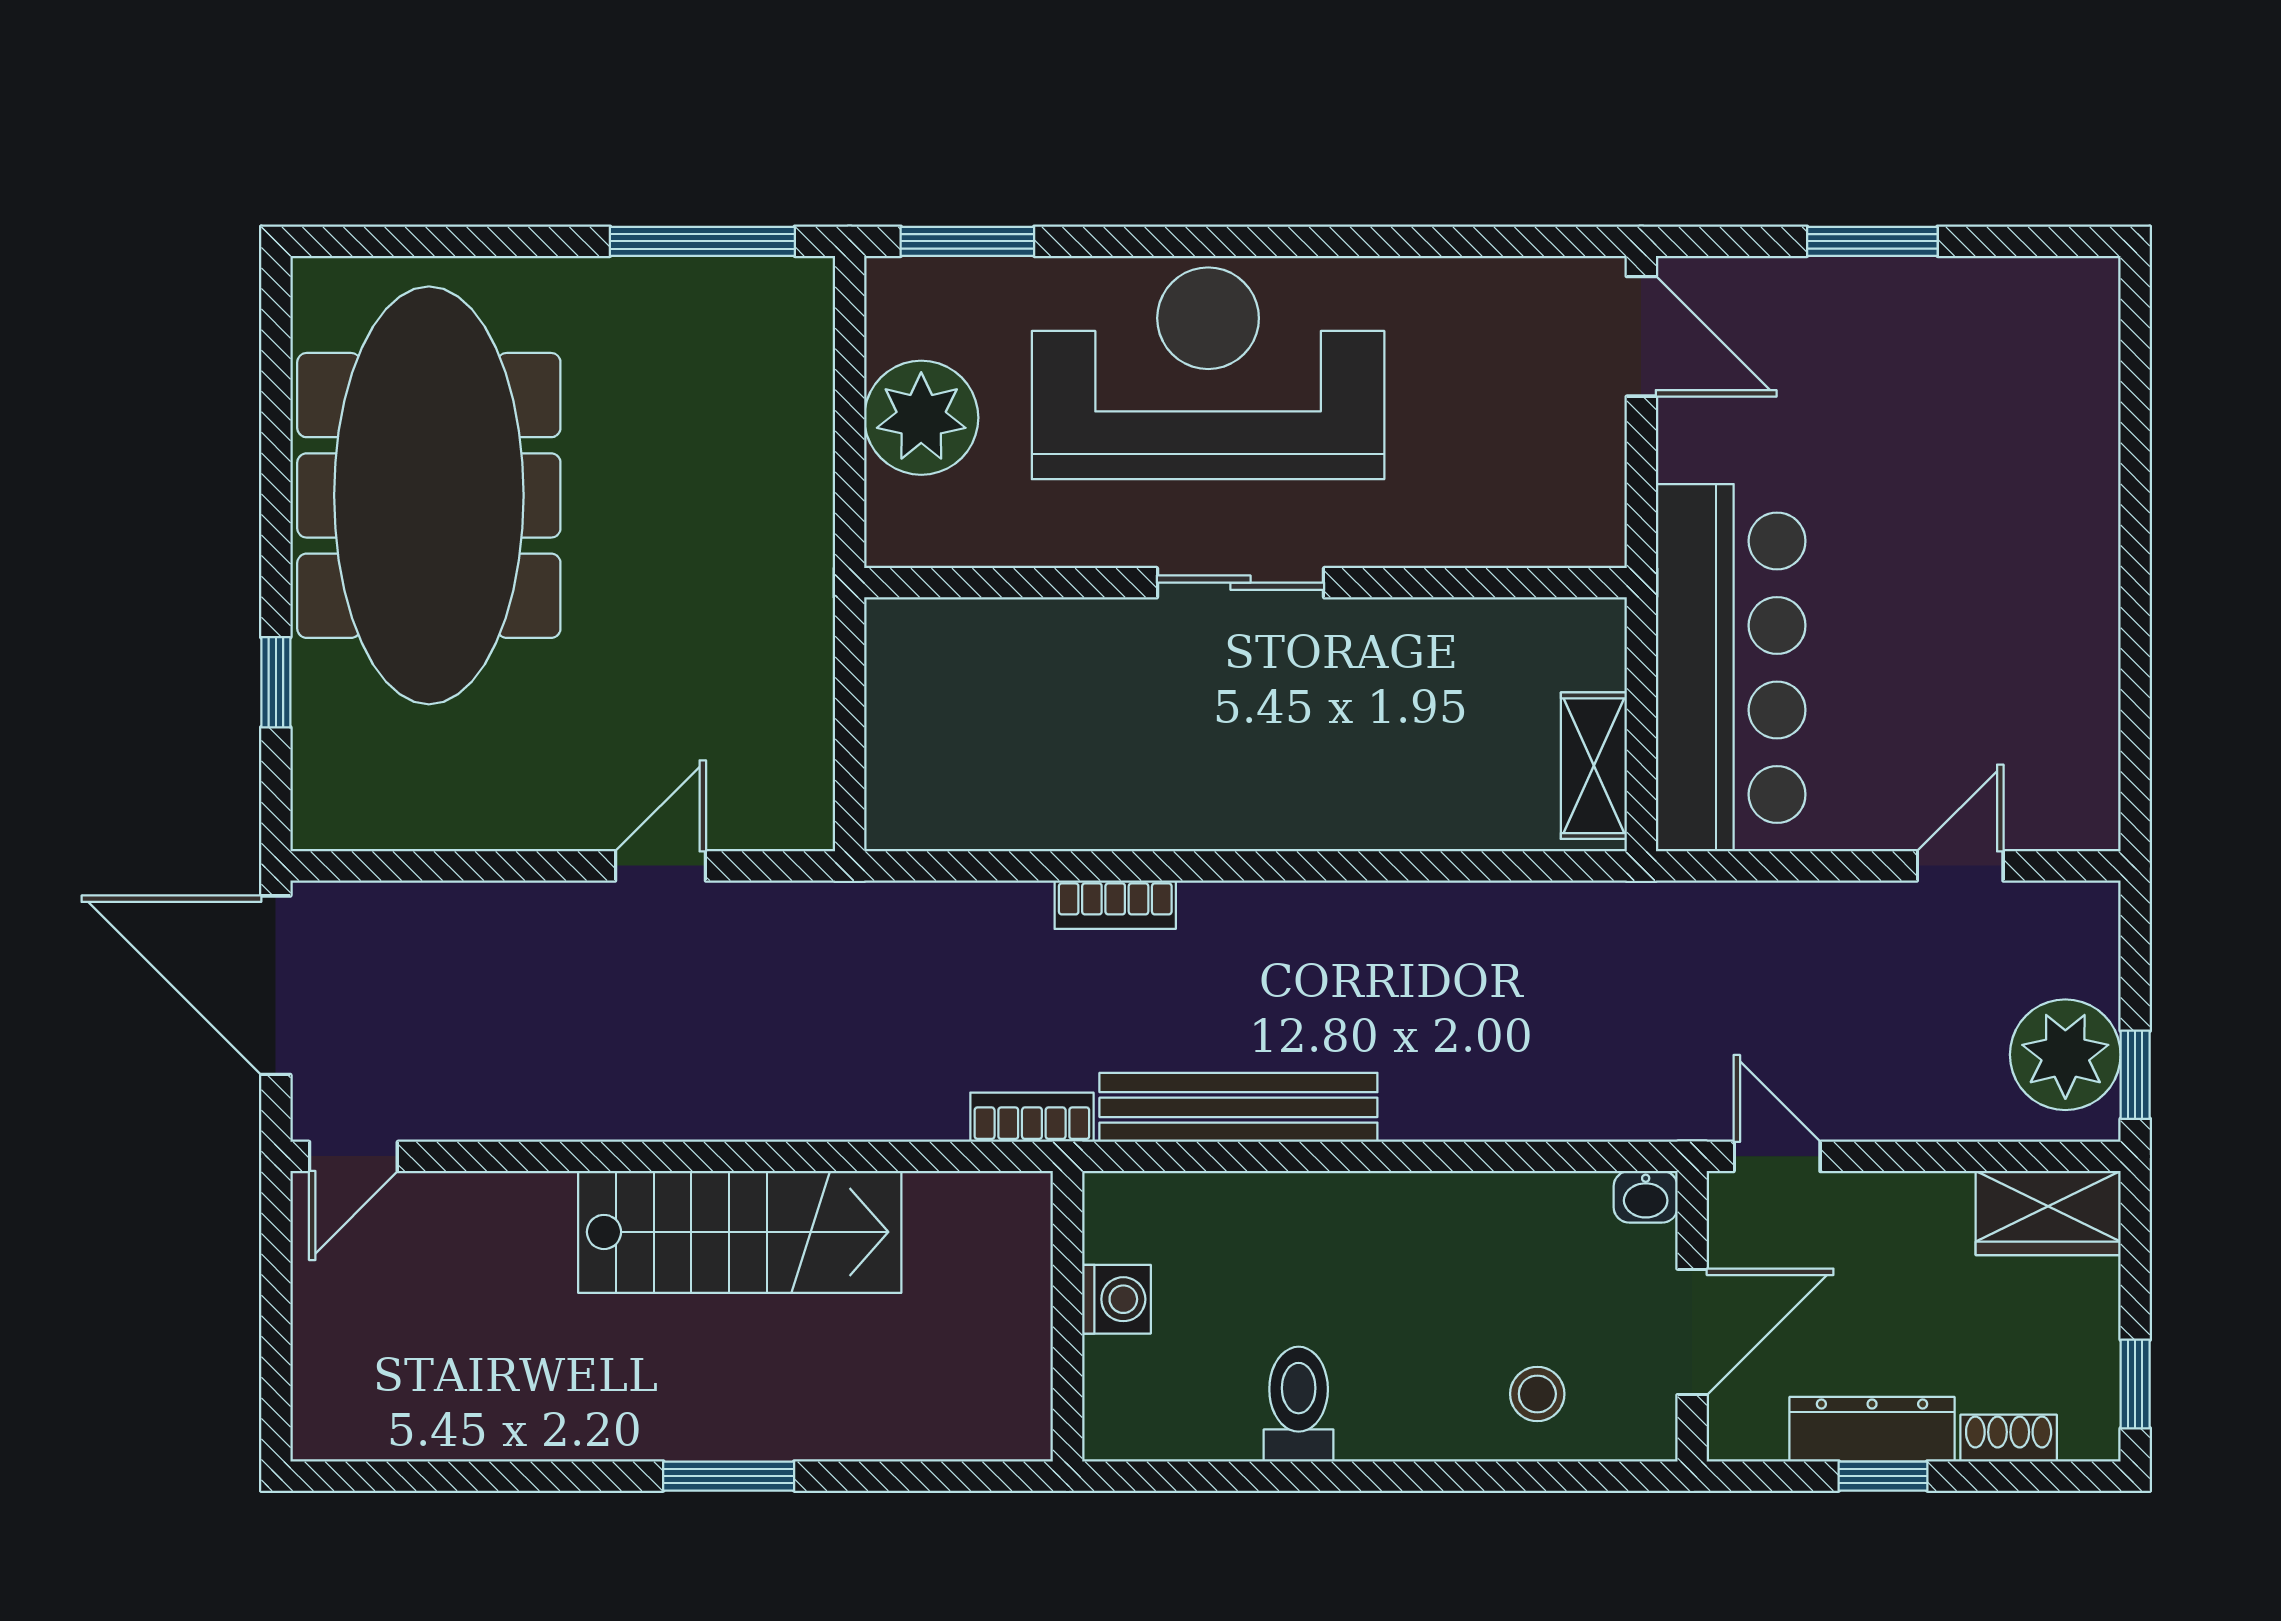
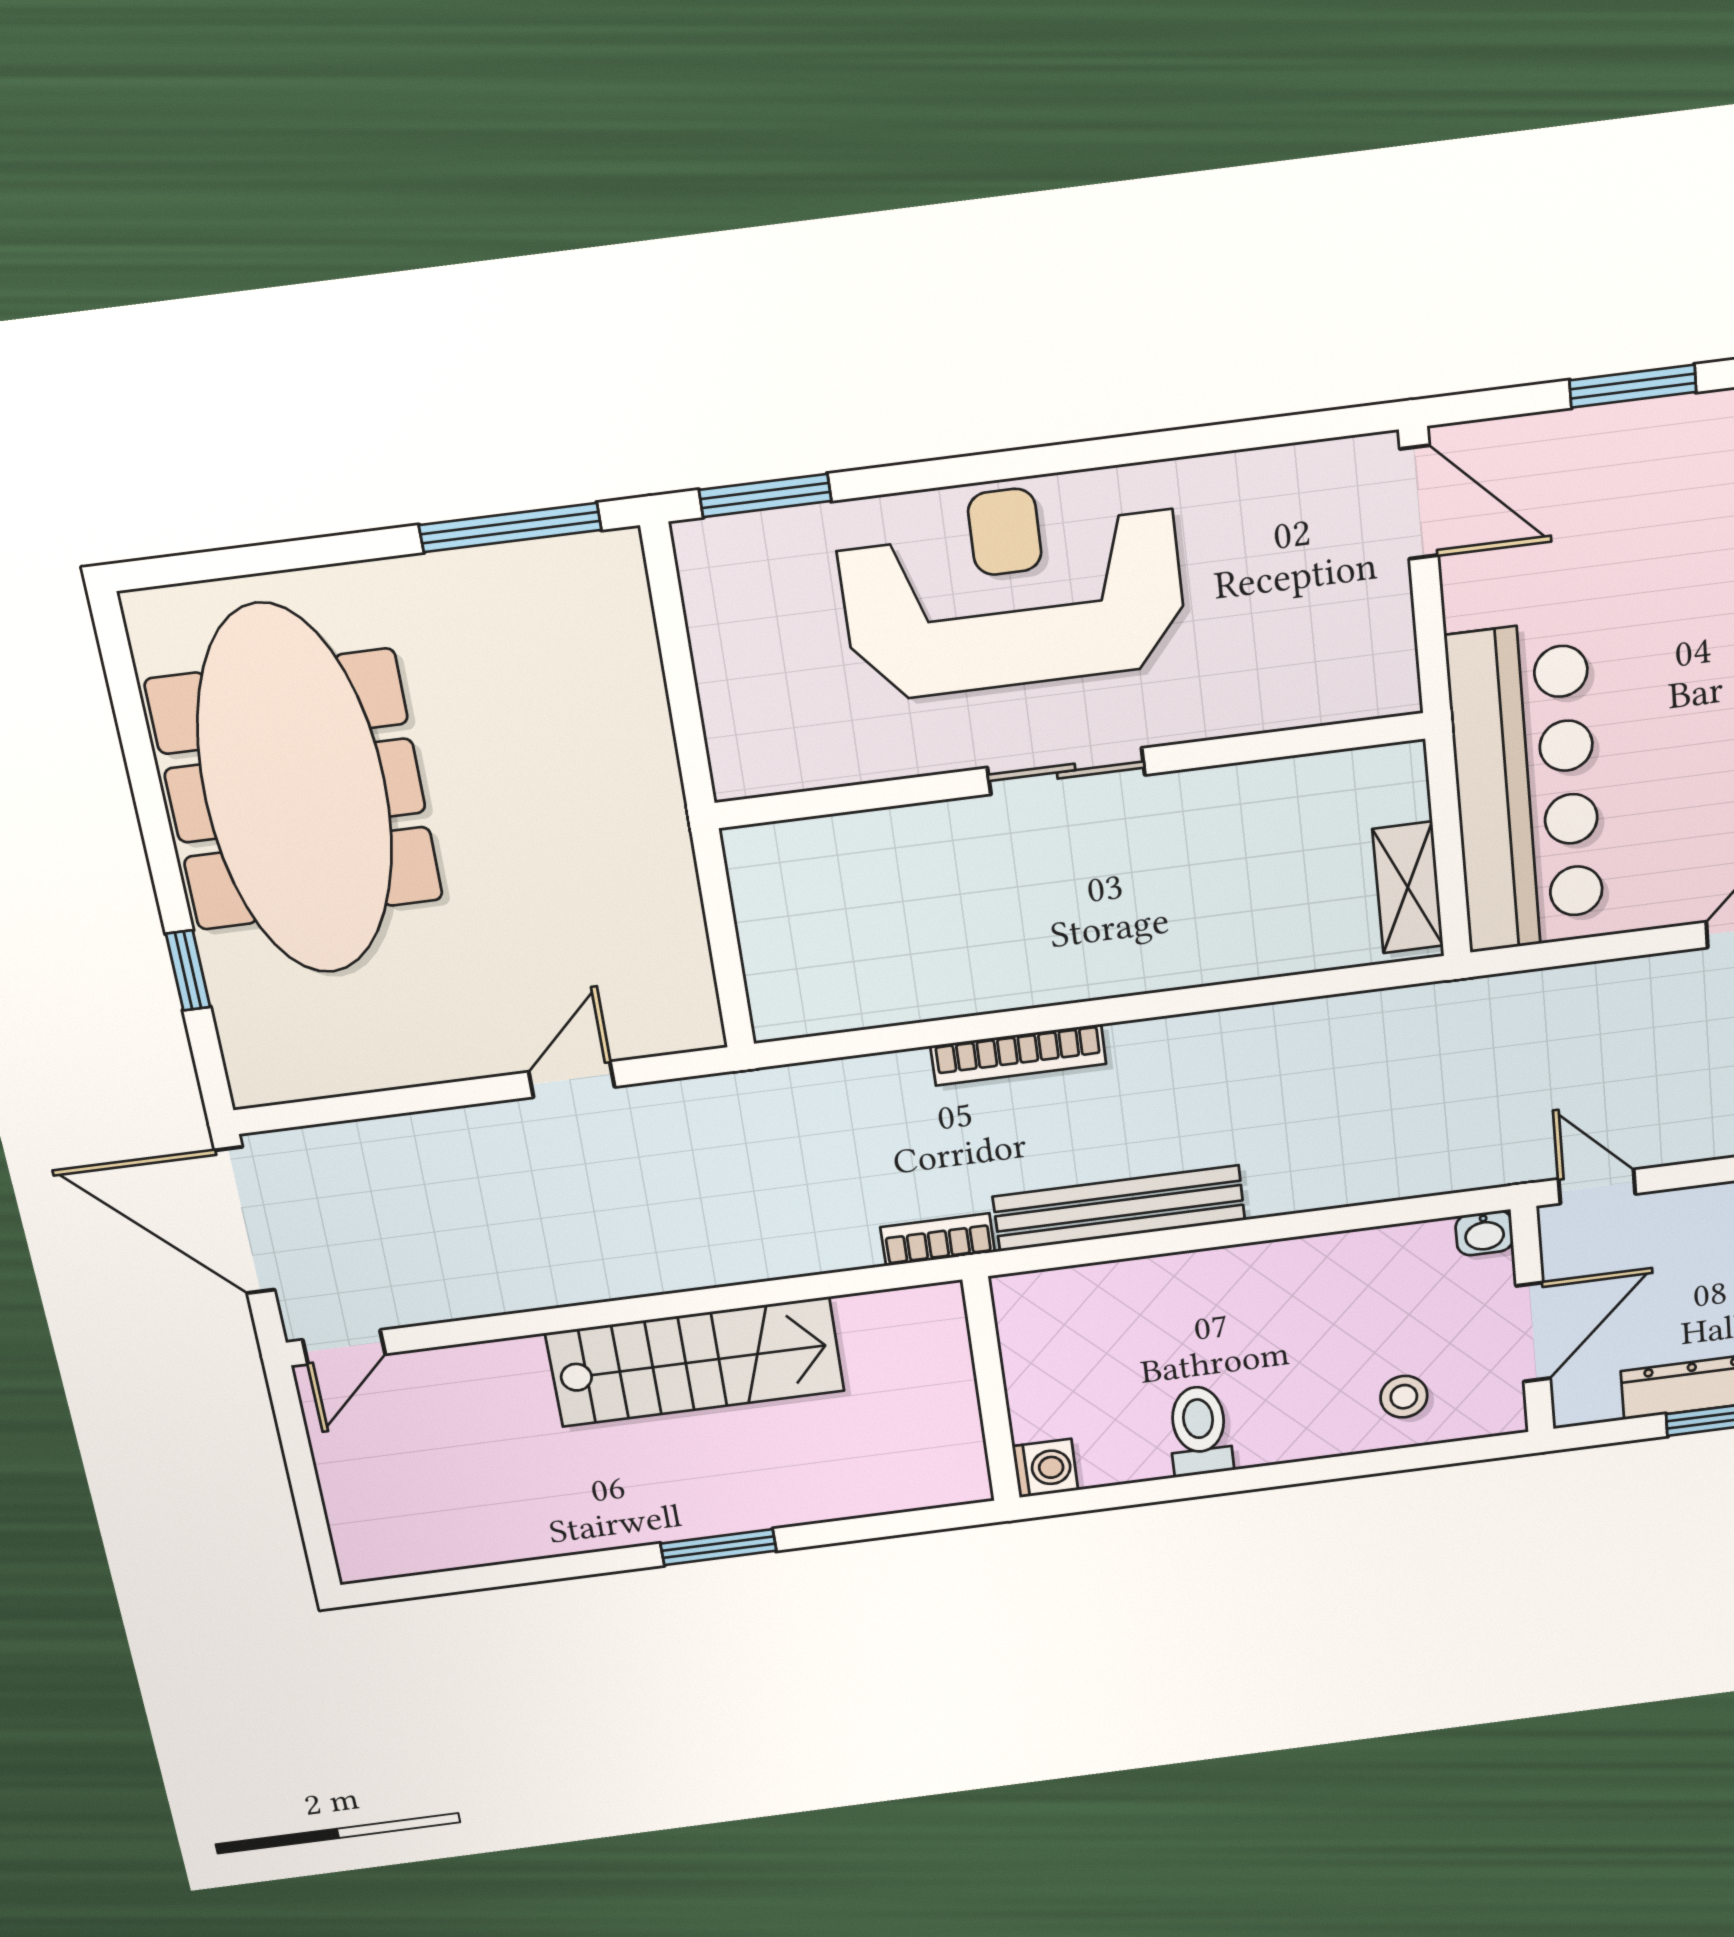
plant: (921, 418) -> (746, 663), removed
bookcase: (1115, 905) -> (1018, 1055), width x1.56
washing machine: (1116, 1299) -> (1045, 1468), moved

